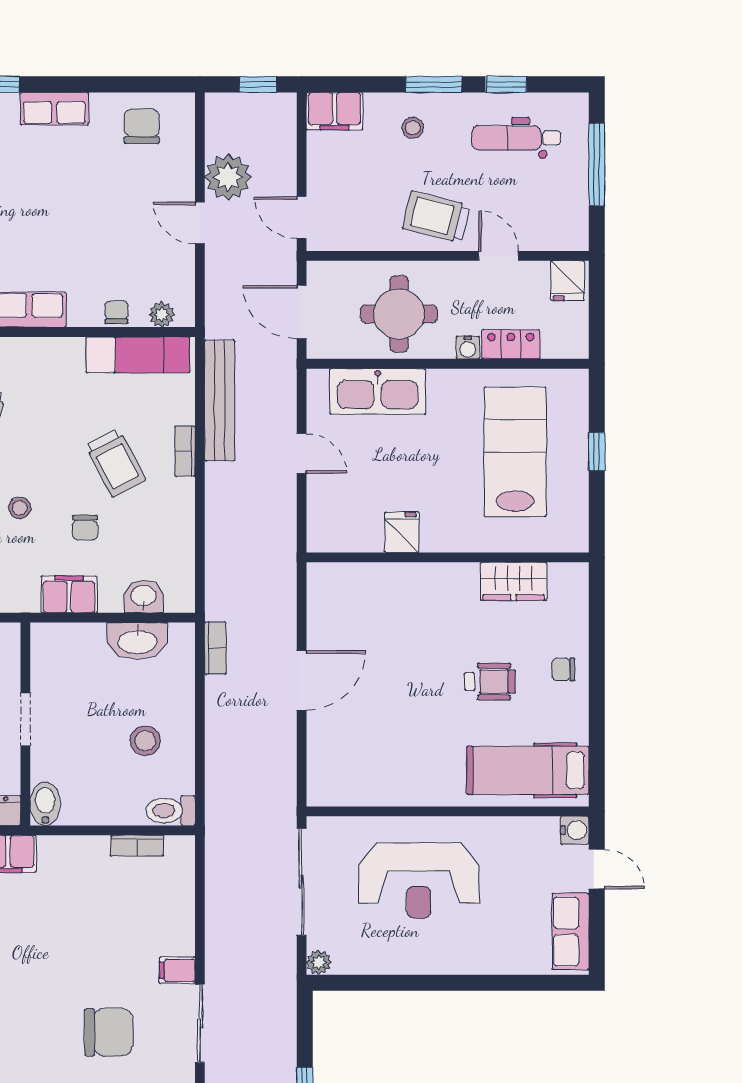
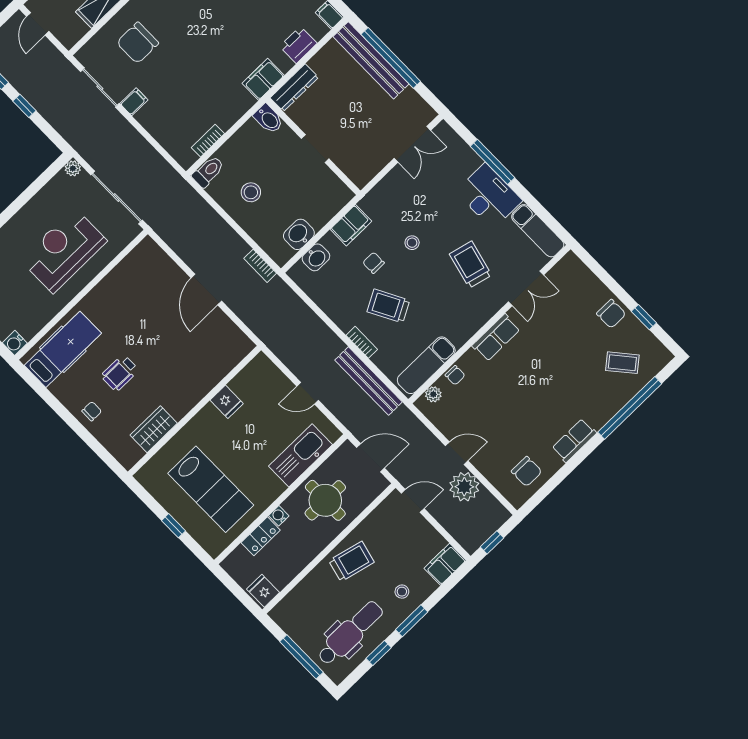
dental chair: (516, 138) -> (350, 633), width x1.36, depth x1.38
door: (499, 256) -> (306, 571), removed
washbasin: (137, 641) -> (299, 234), width x0.72

